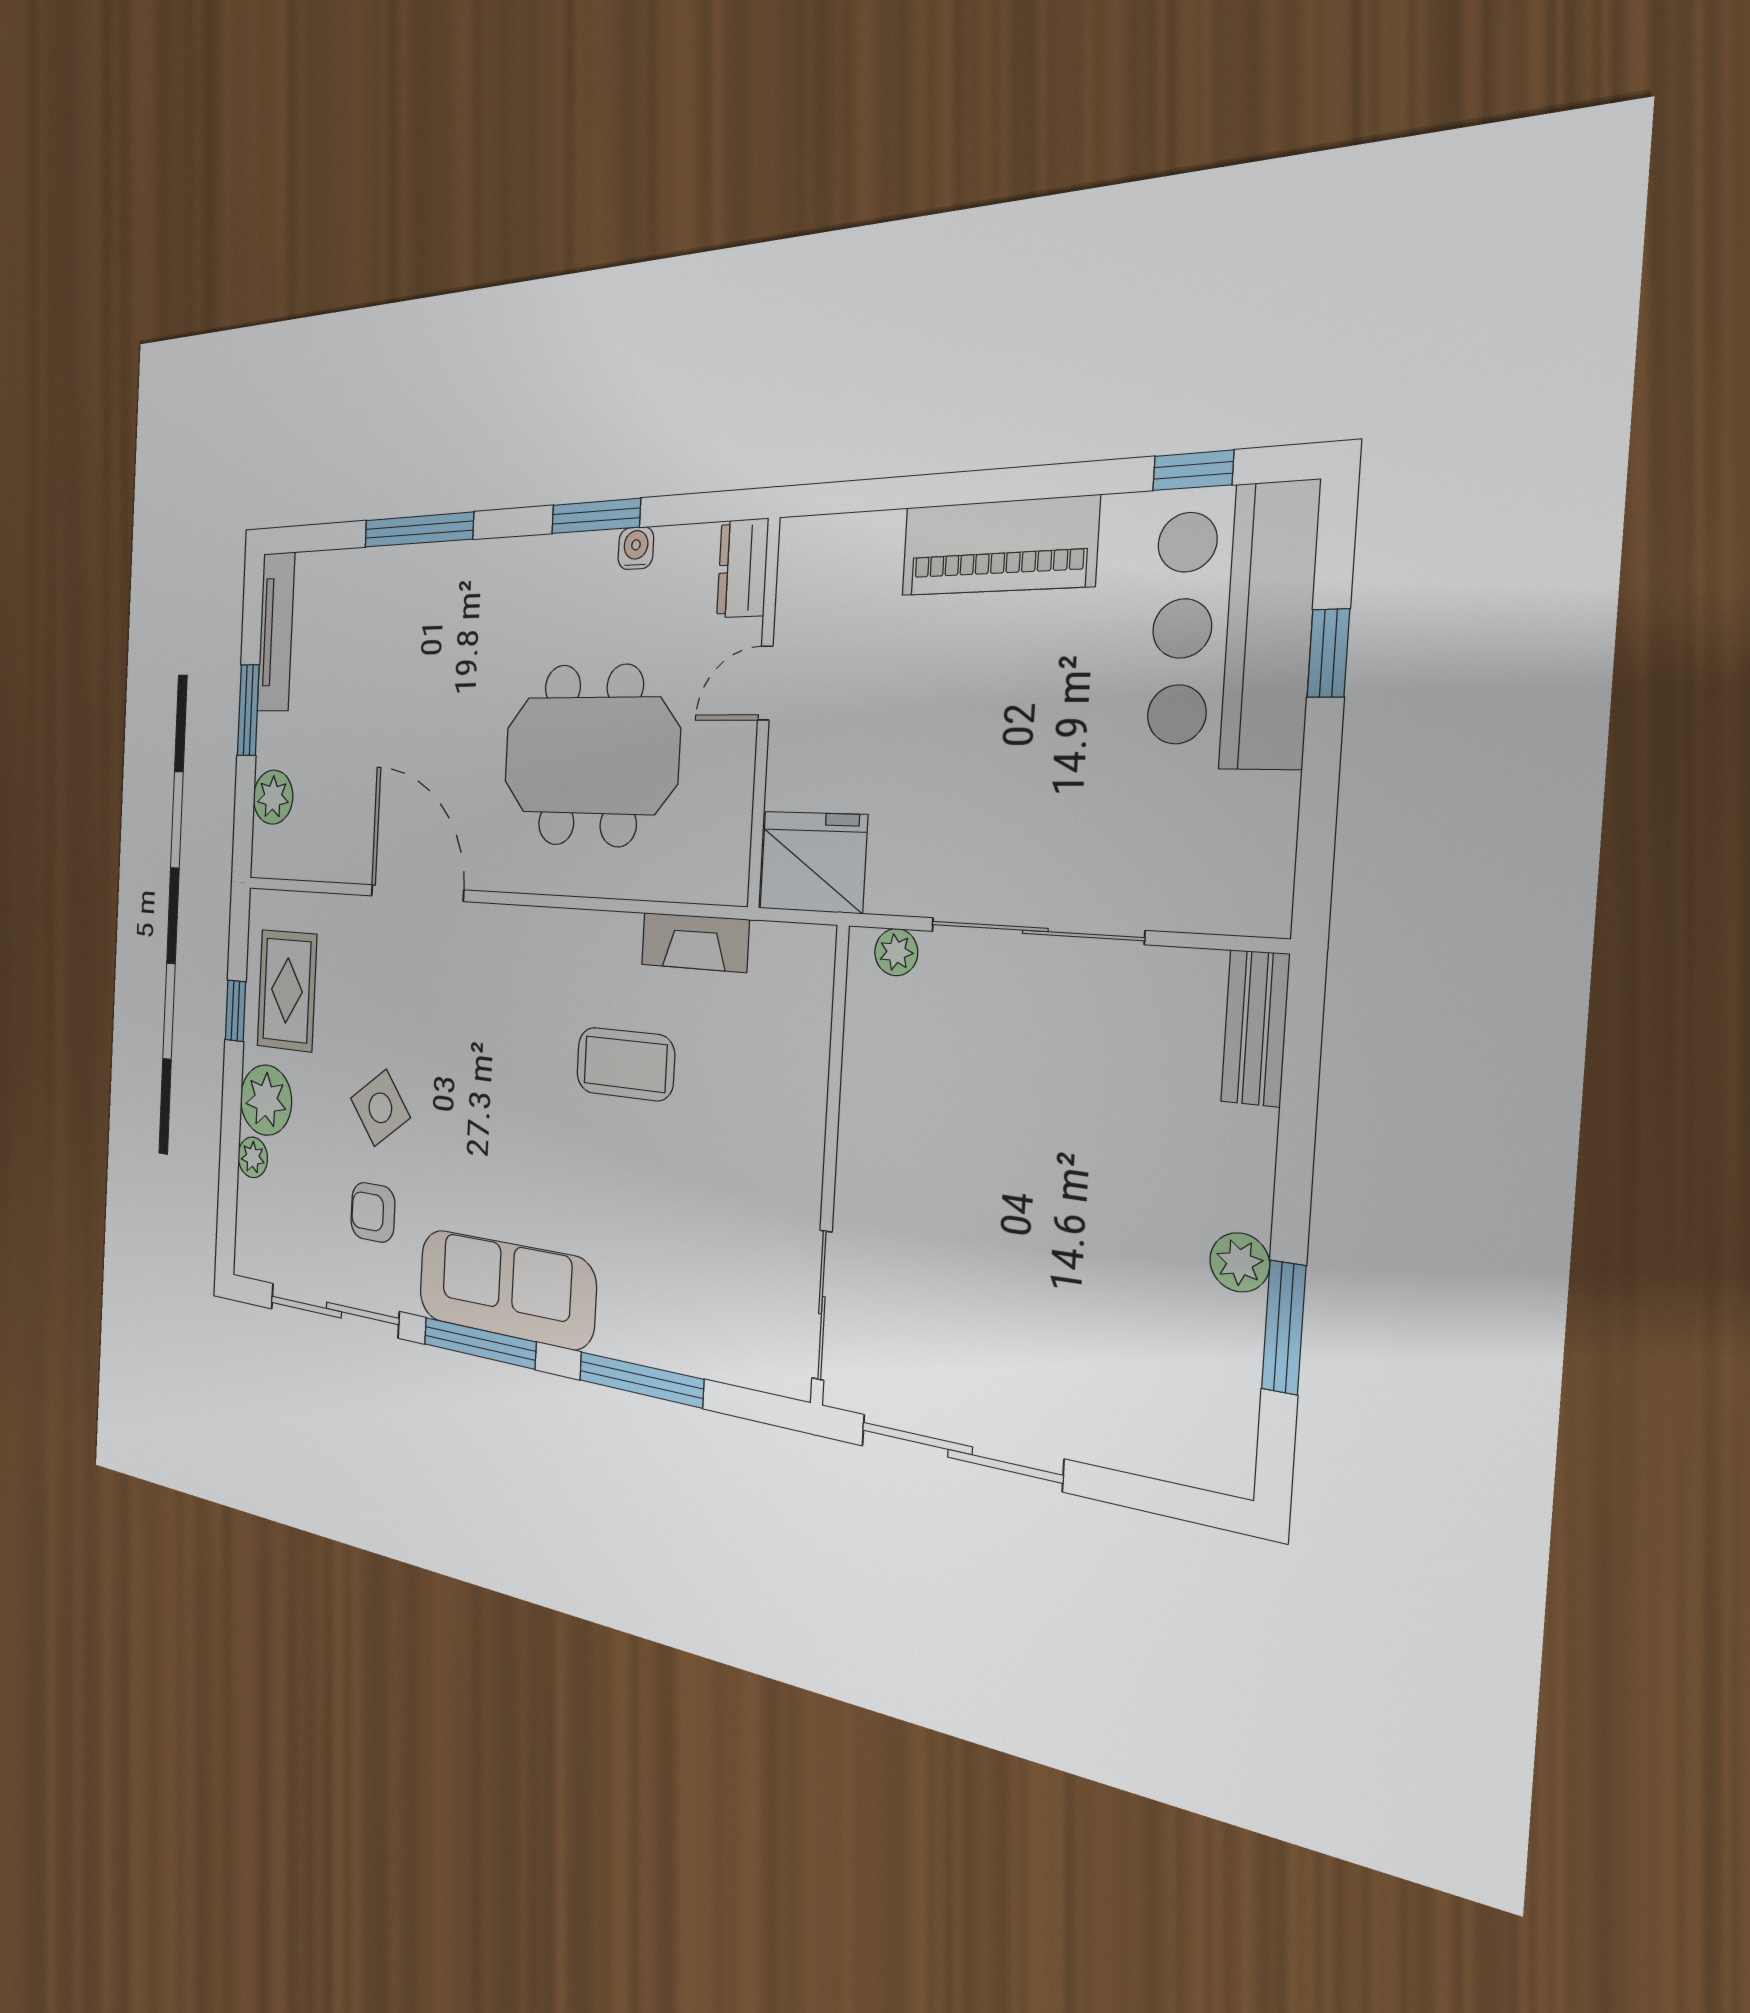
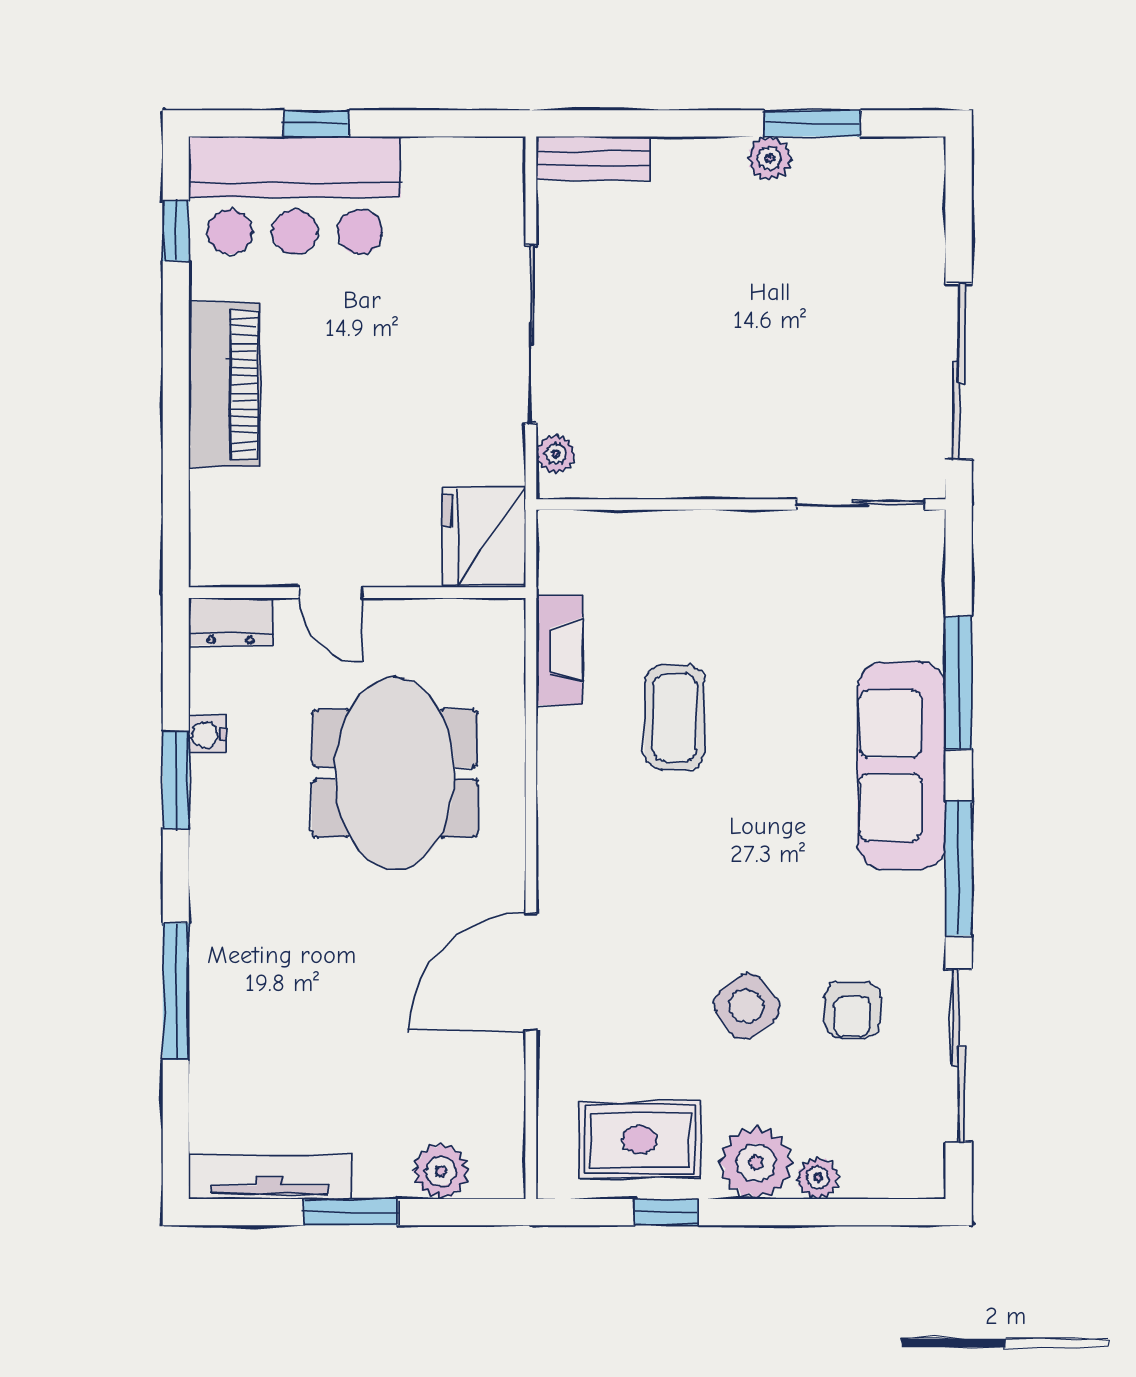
sofa: (506, 1289) -> (902, 766), moved

